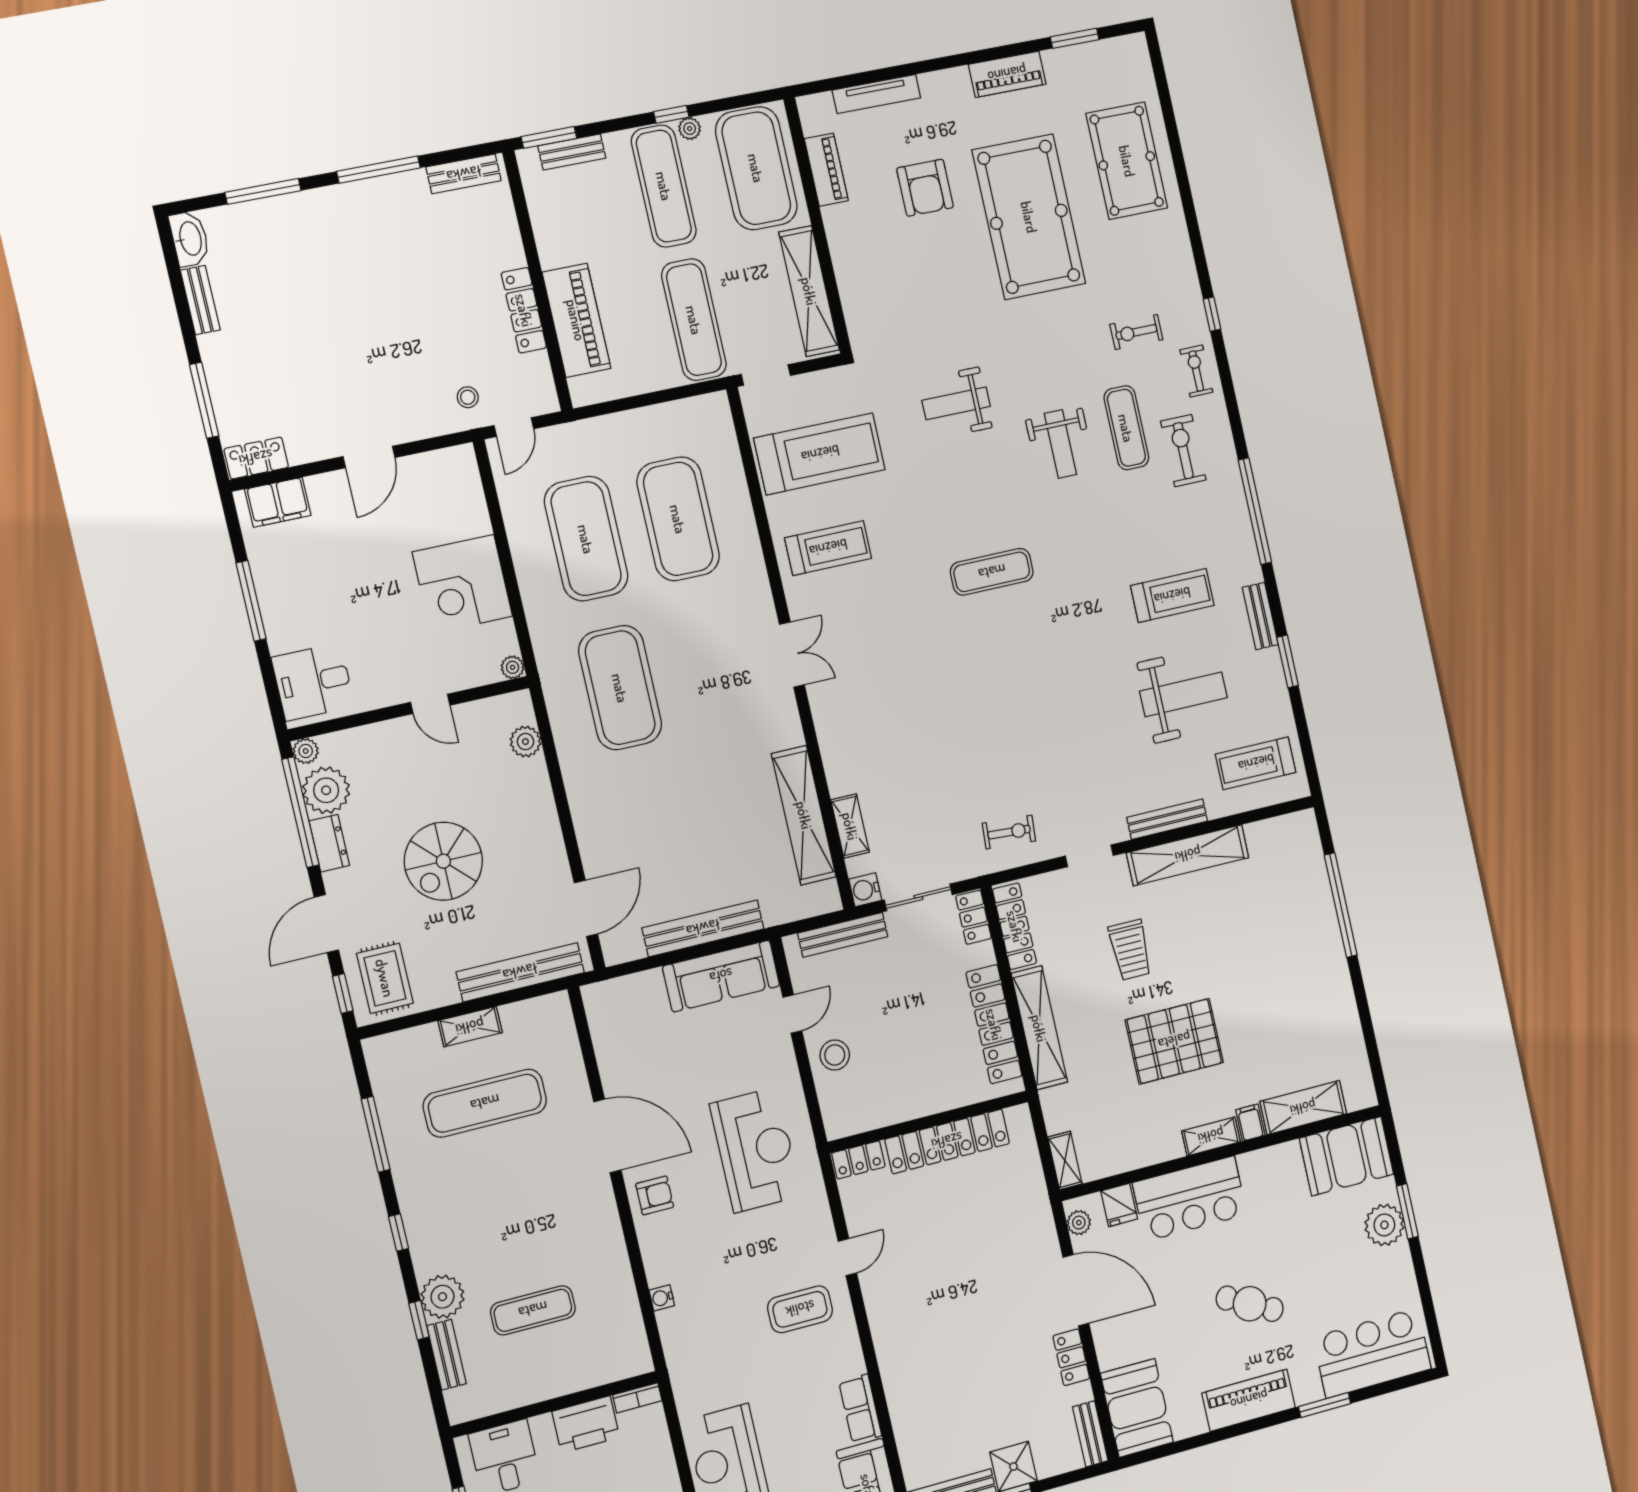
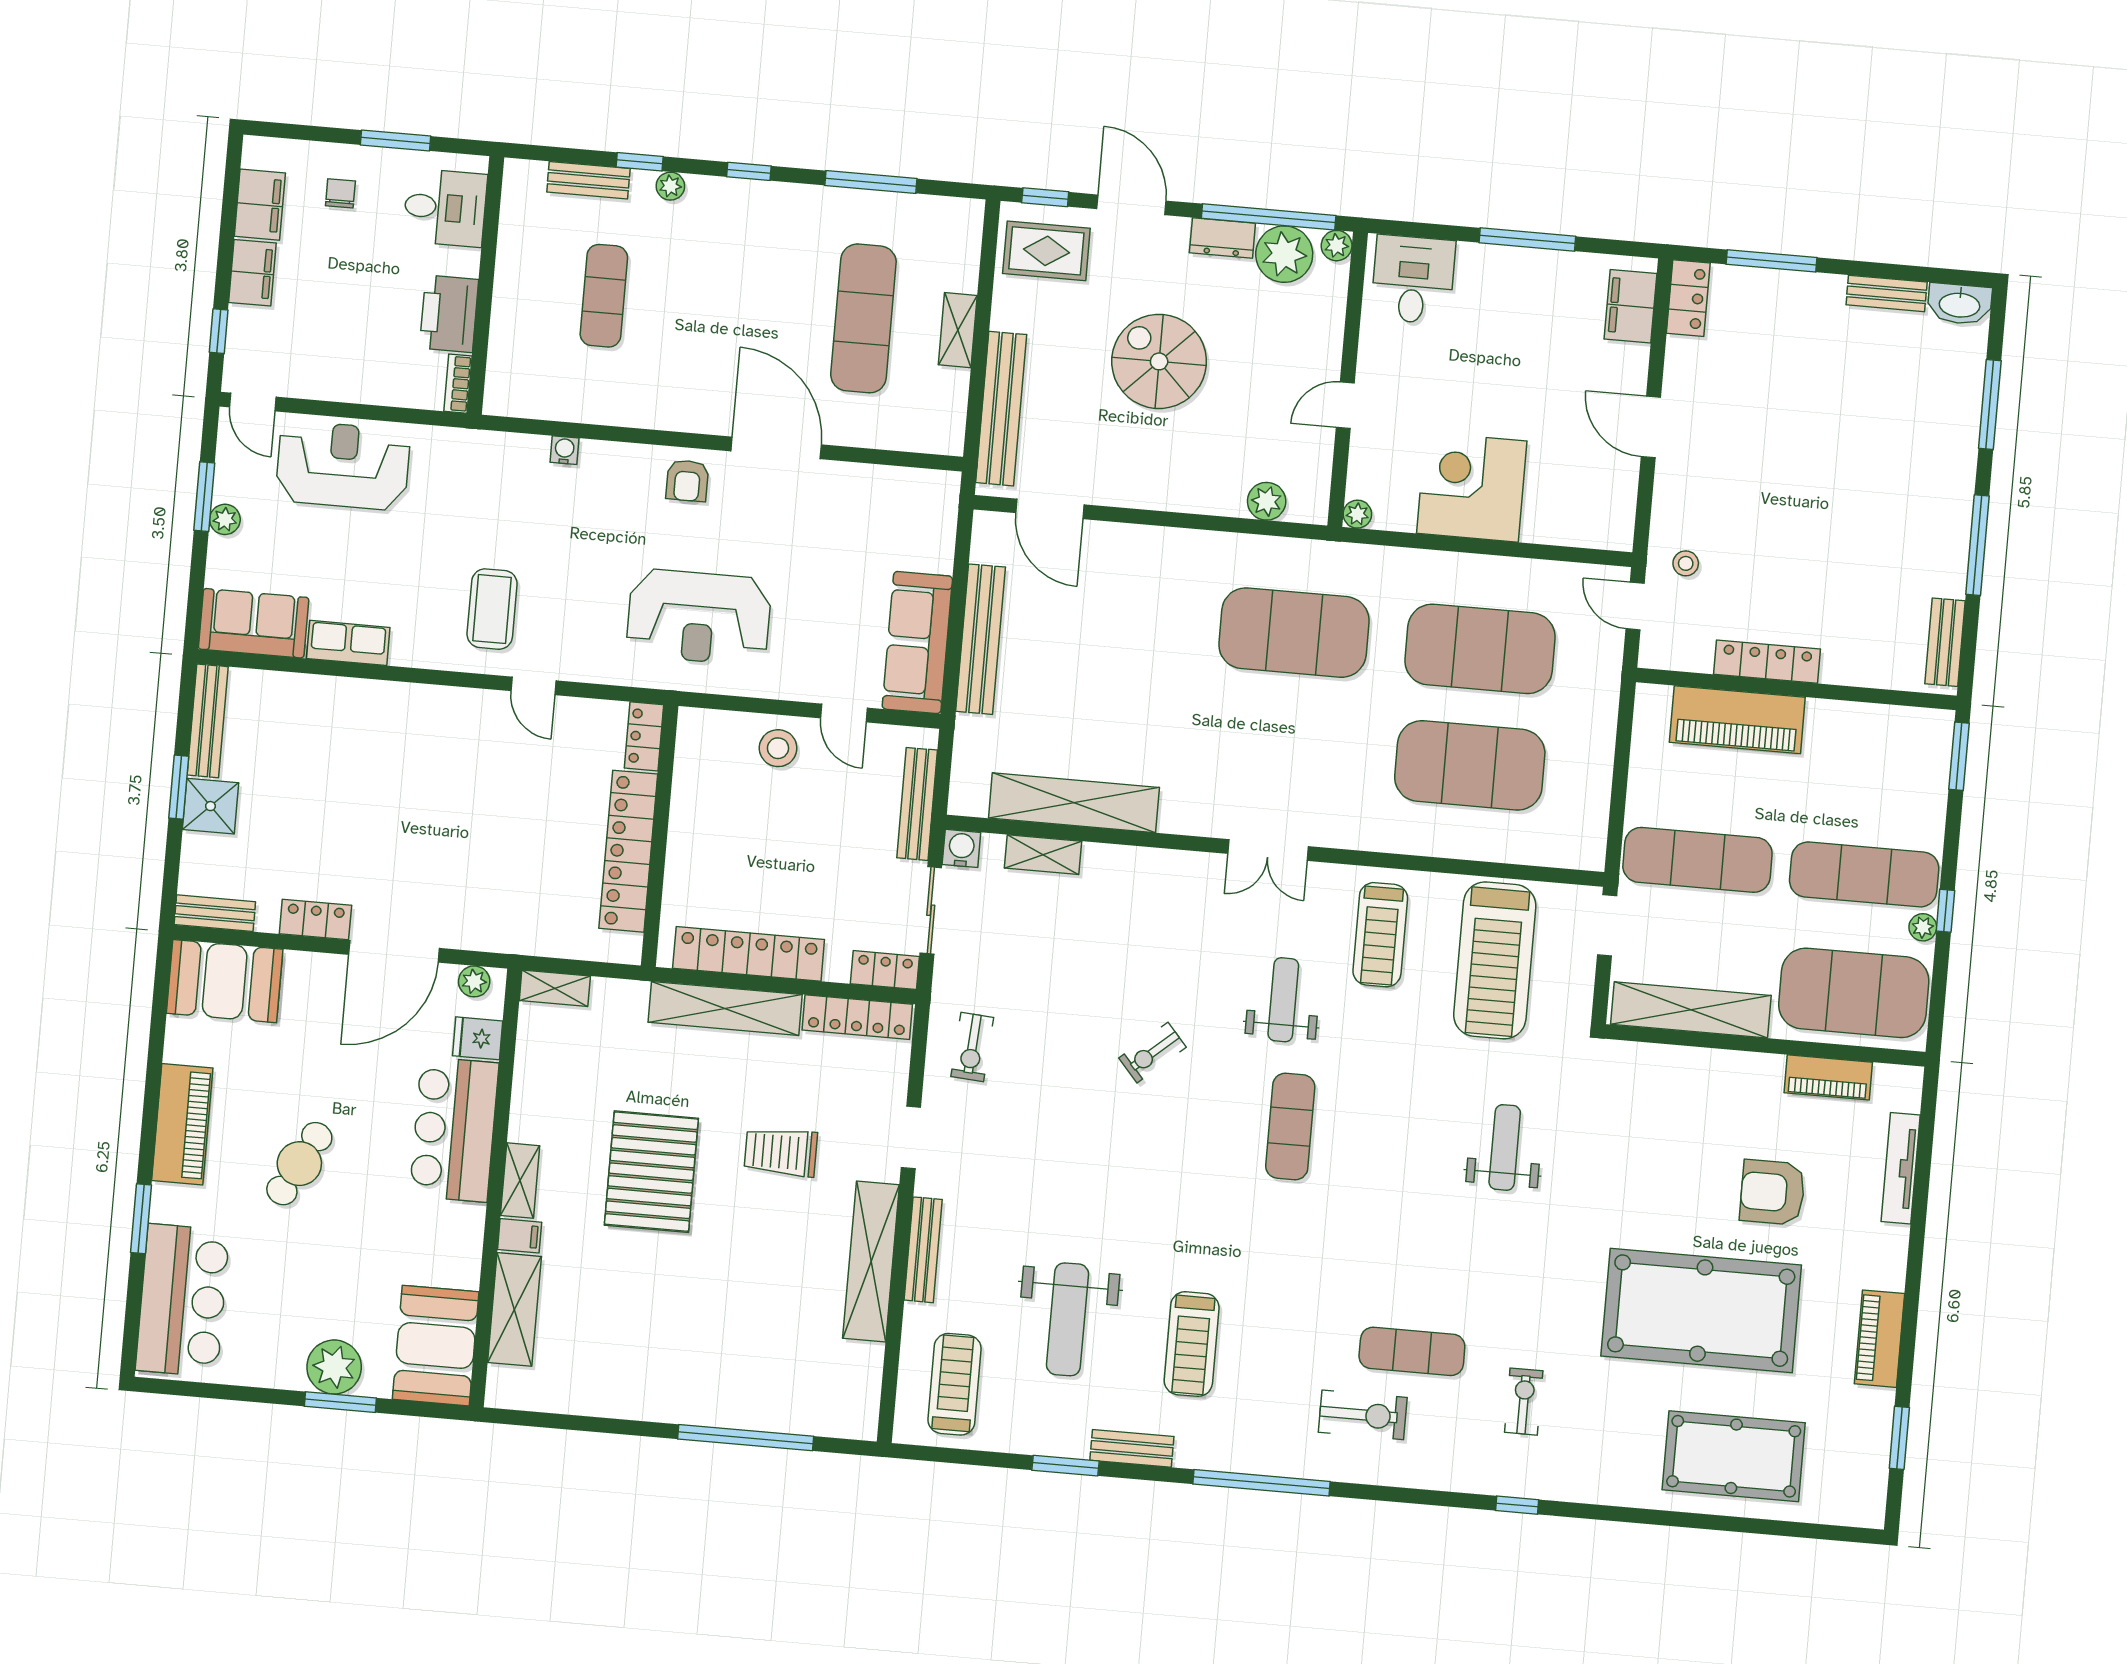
bench: (572, 152) -> (1935, 778), removed
exercise bike: (1196, 371) -> (1152, 1053), moved, turned 139
weight bench: (1060, 444) -> (1283, 1000), moved, turned 90
door: (607, 1136) -> (776, 448), swing flipped
plant: (442, 1297) -> (670, 186), width x0.53, depth x0.53

